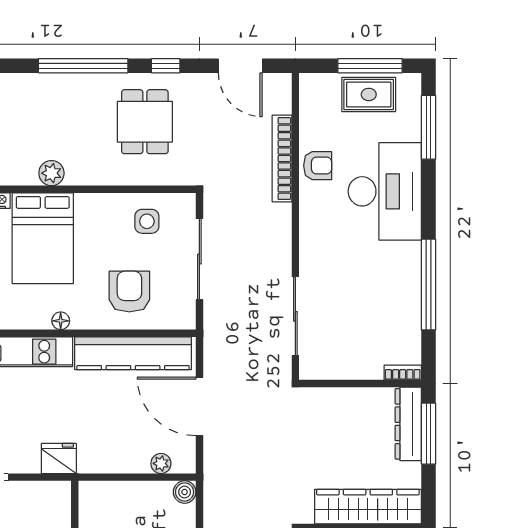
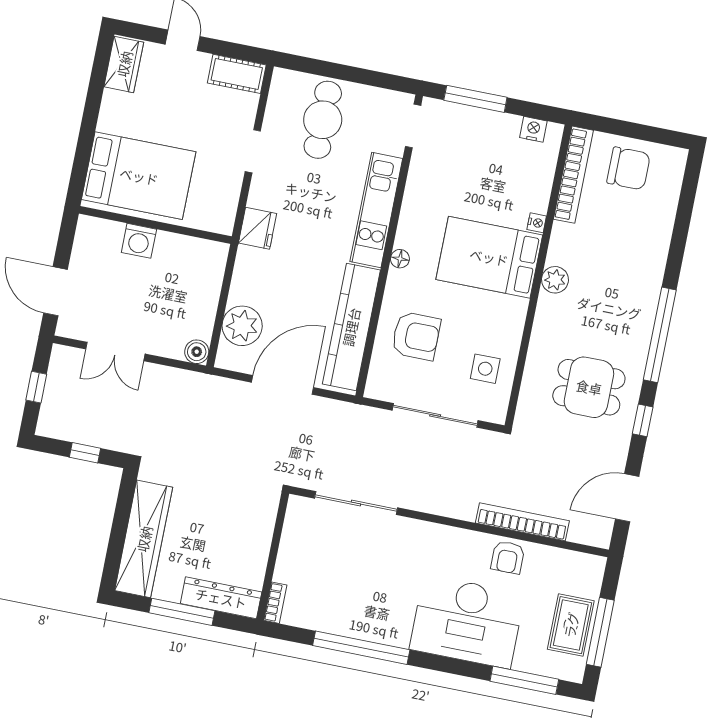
window: (429, 434) -> (182, 612), moved
plant: (161, 463) -> (242, 326), width x1.88, depth x1.88

